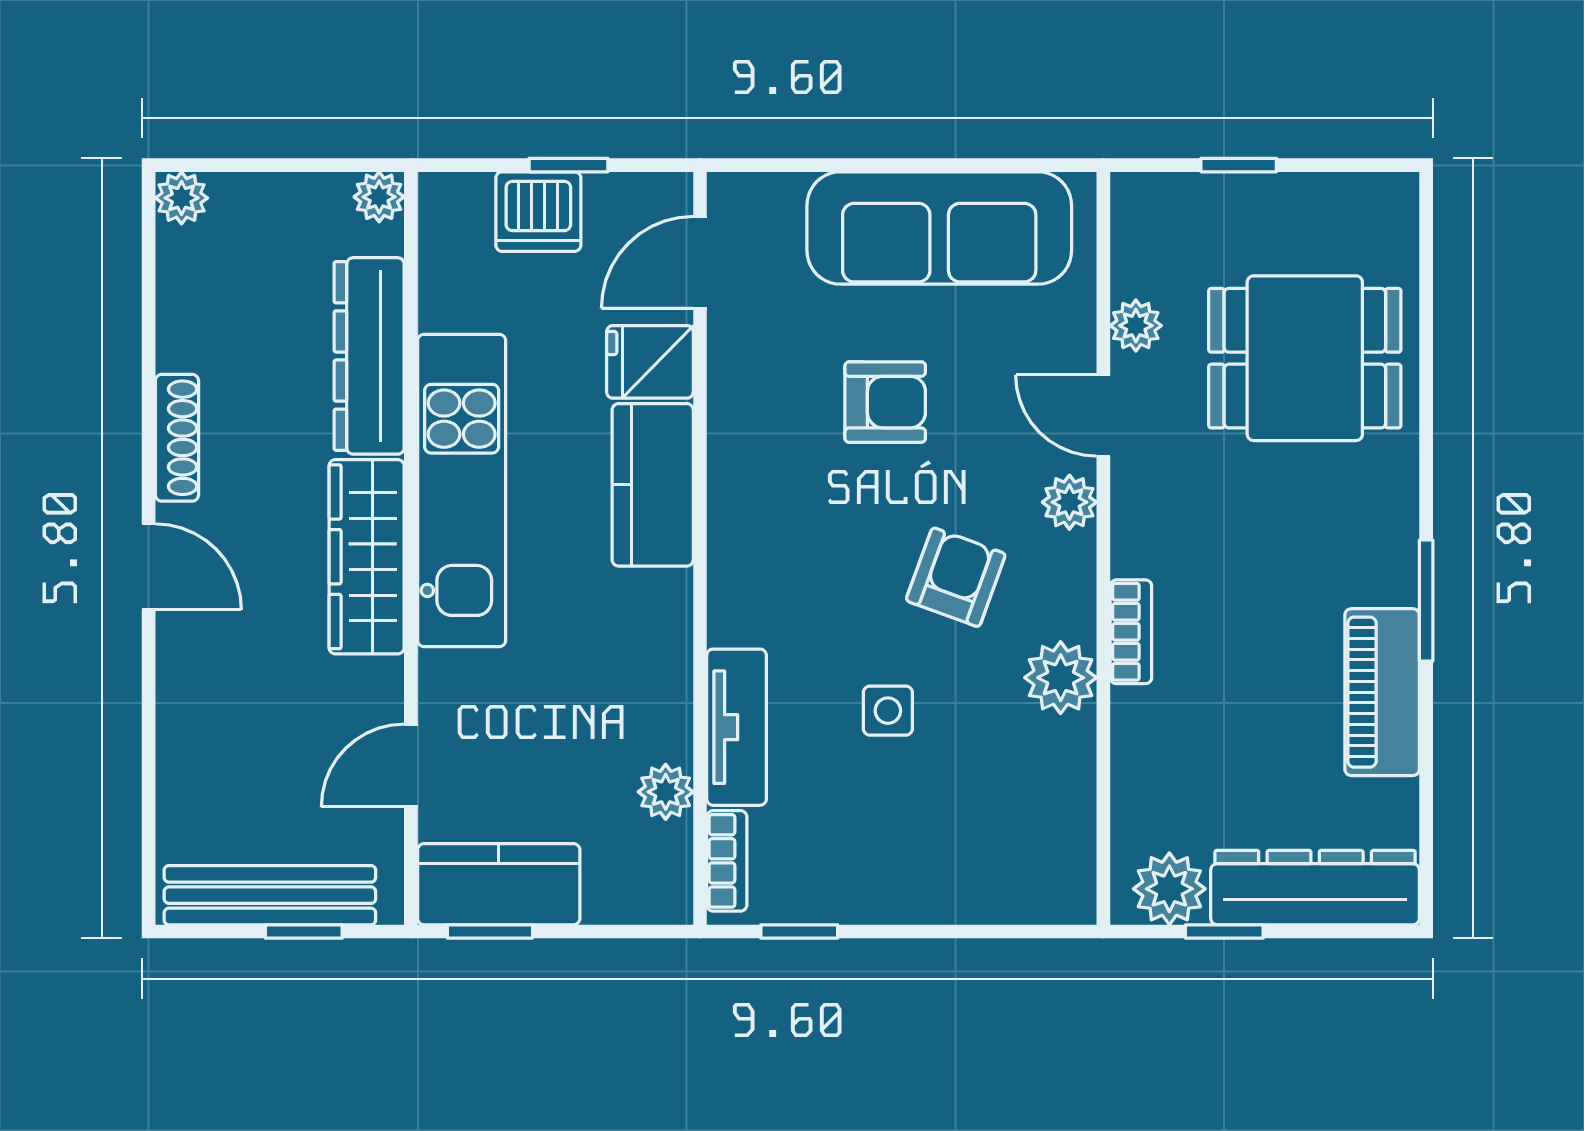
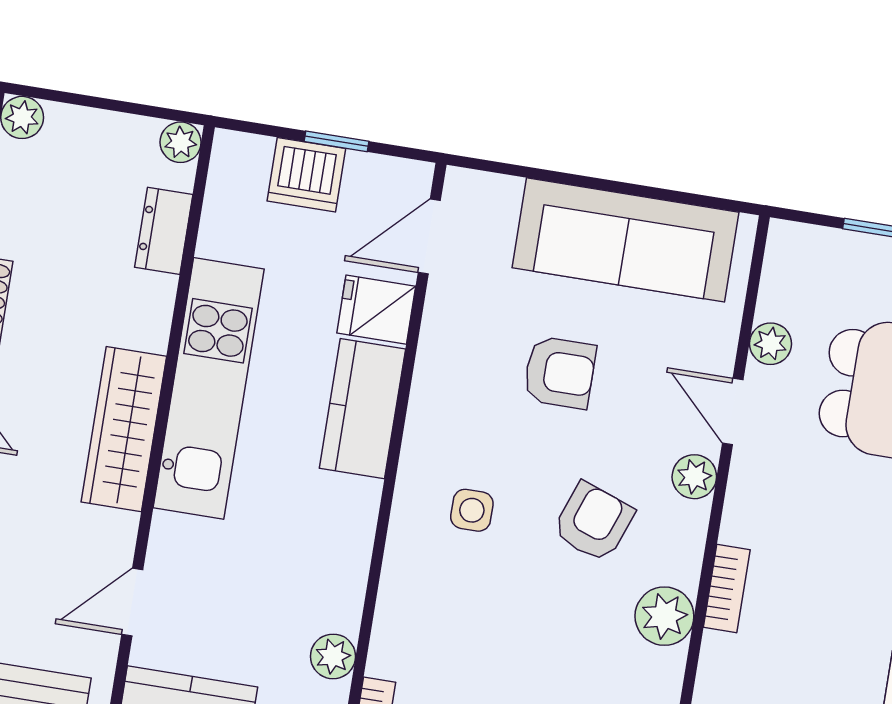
dresser: (369, 356) -> (164, 231), width x0.51, depth x0.80
side table: (888, 711) -> (472, 510), moved
tv unit: (737, 727) -> (398, 614), removed

